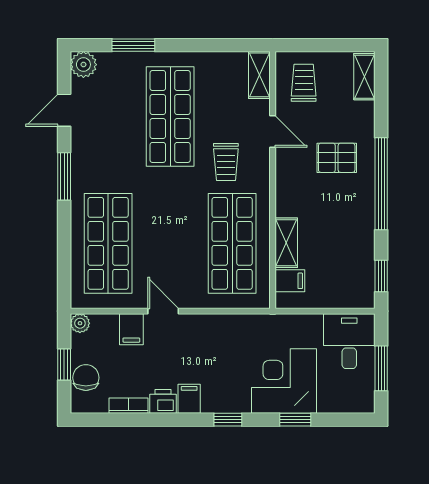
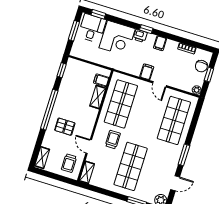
filing cabinet: (131, 329) -> (147, 72), moved
desk: (349, 341) -> (92, 28), moved, turned 180
printer: (163, 401) -> (140, 36), moved
window: (295, 420) -> (98, 14), moved

